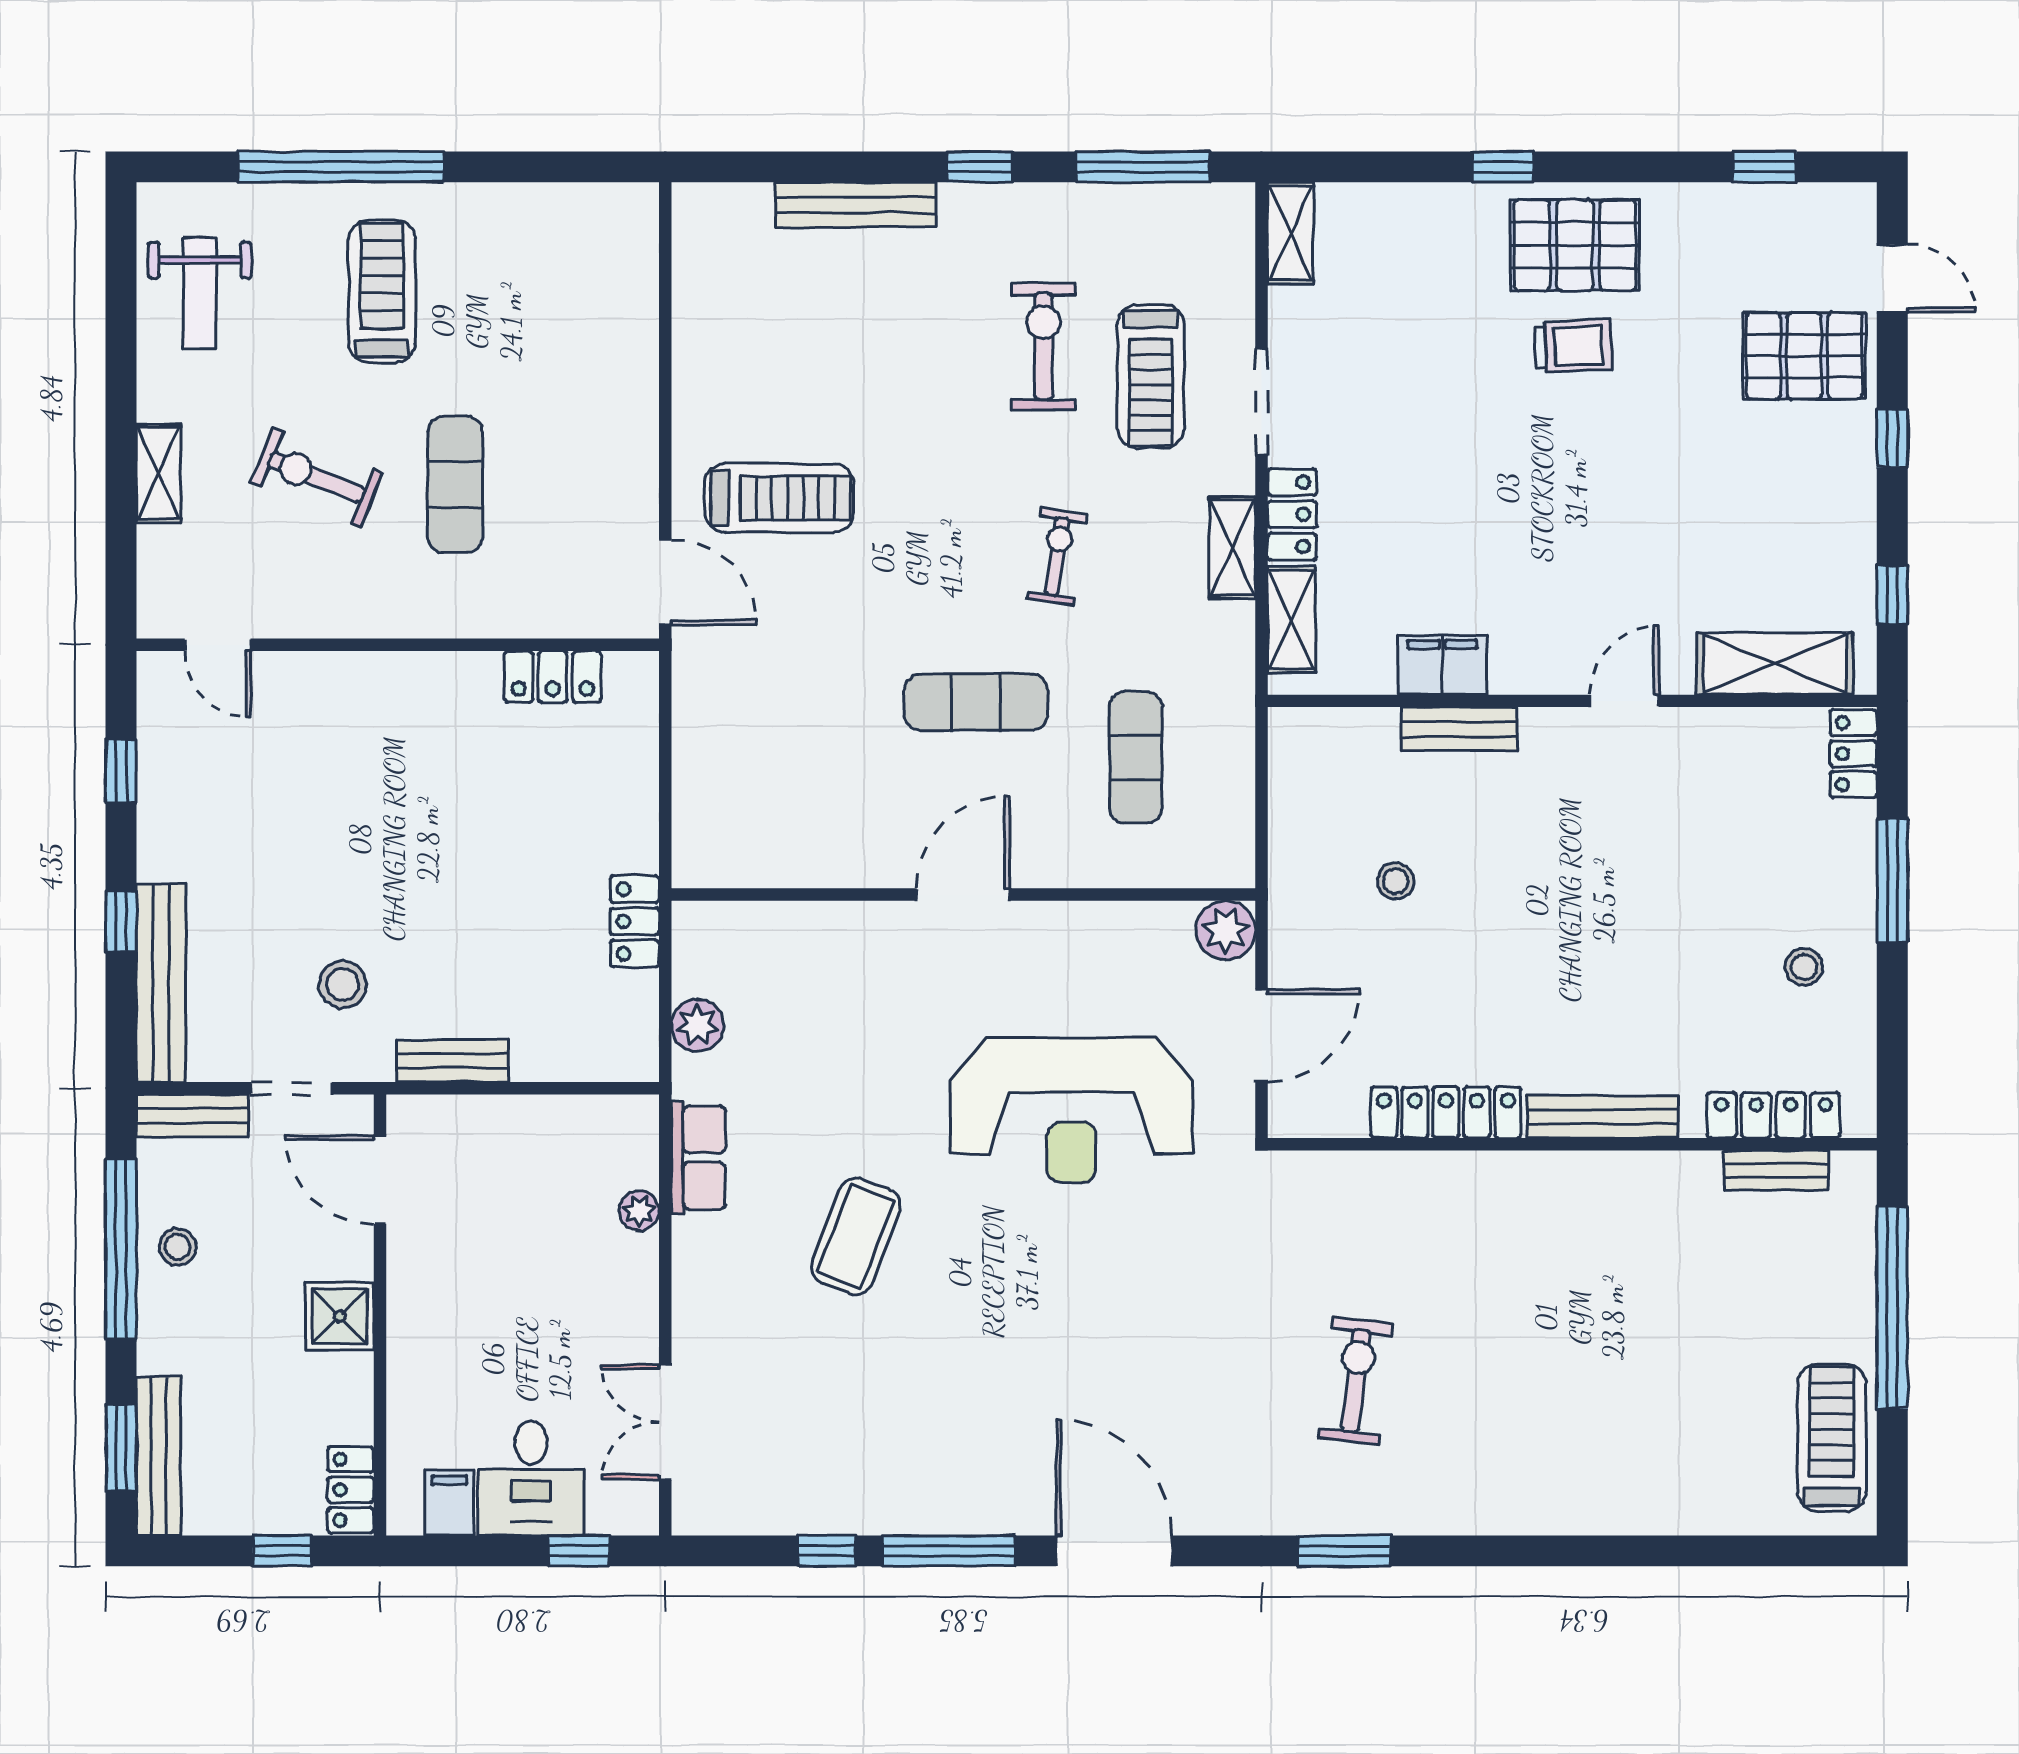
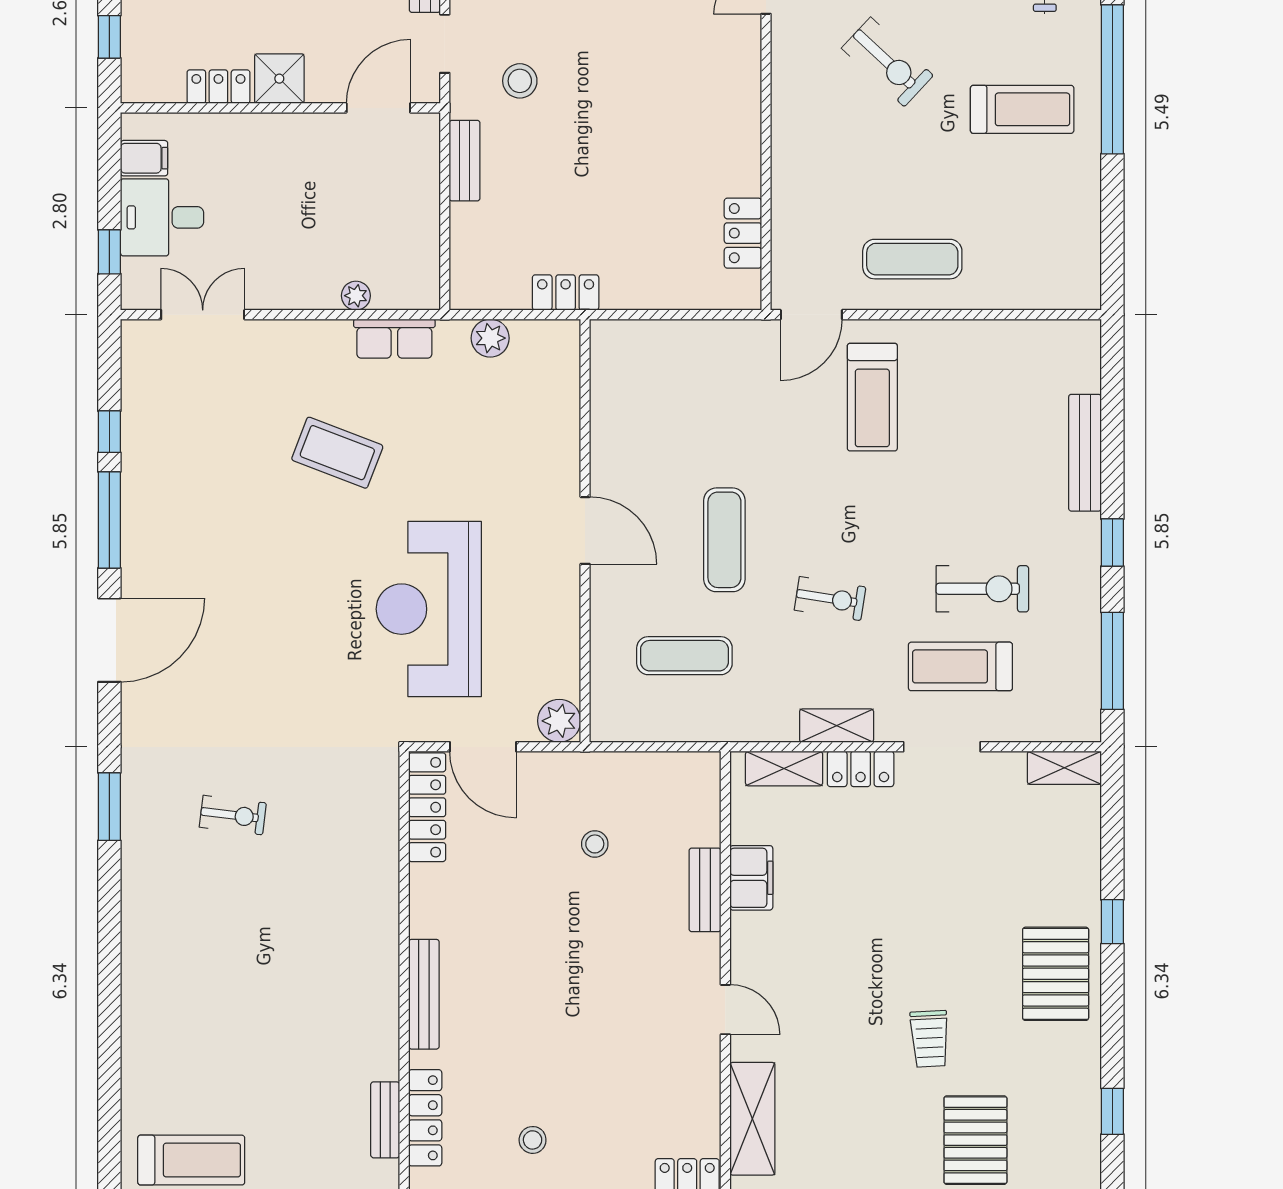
trolley: (1573, 346) -> (930, 1039), moved
exercise bike: (316, 477) -> (887, 62), turned 111
exercise mat: (455, 484) -> (912, 259), moved
locker: (1446, 1112) -> (427, 807), moved
exercise bike: (1356, 1381) -> (233, 815), width x0.73, depth x0.72
locker: (351, 1490) -> (218, 87), moved

